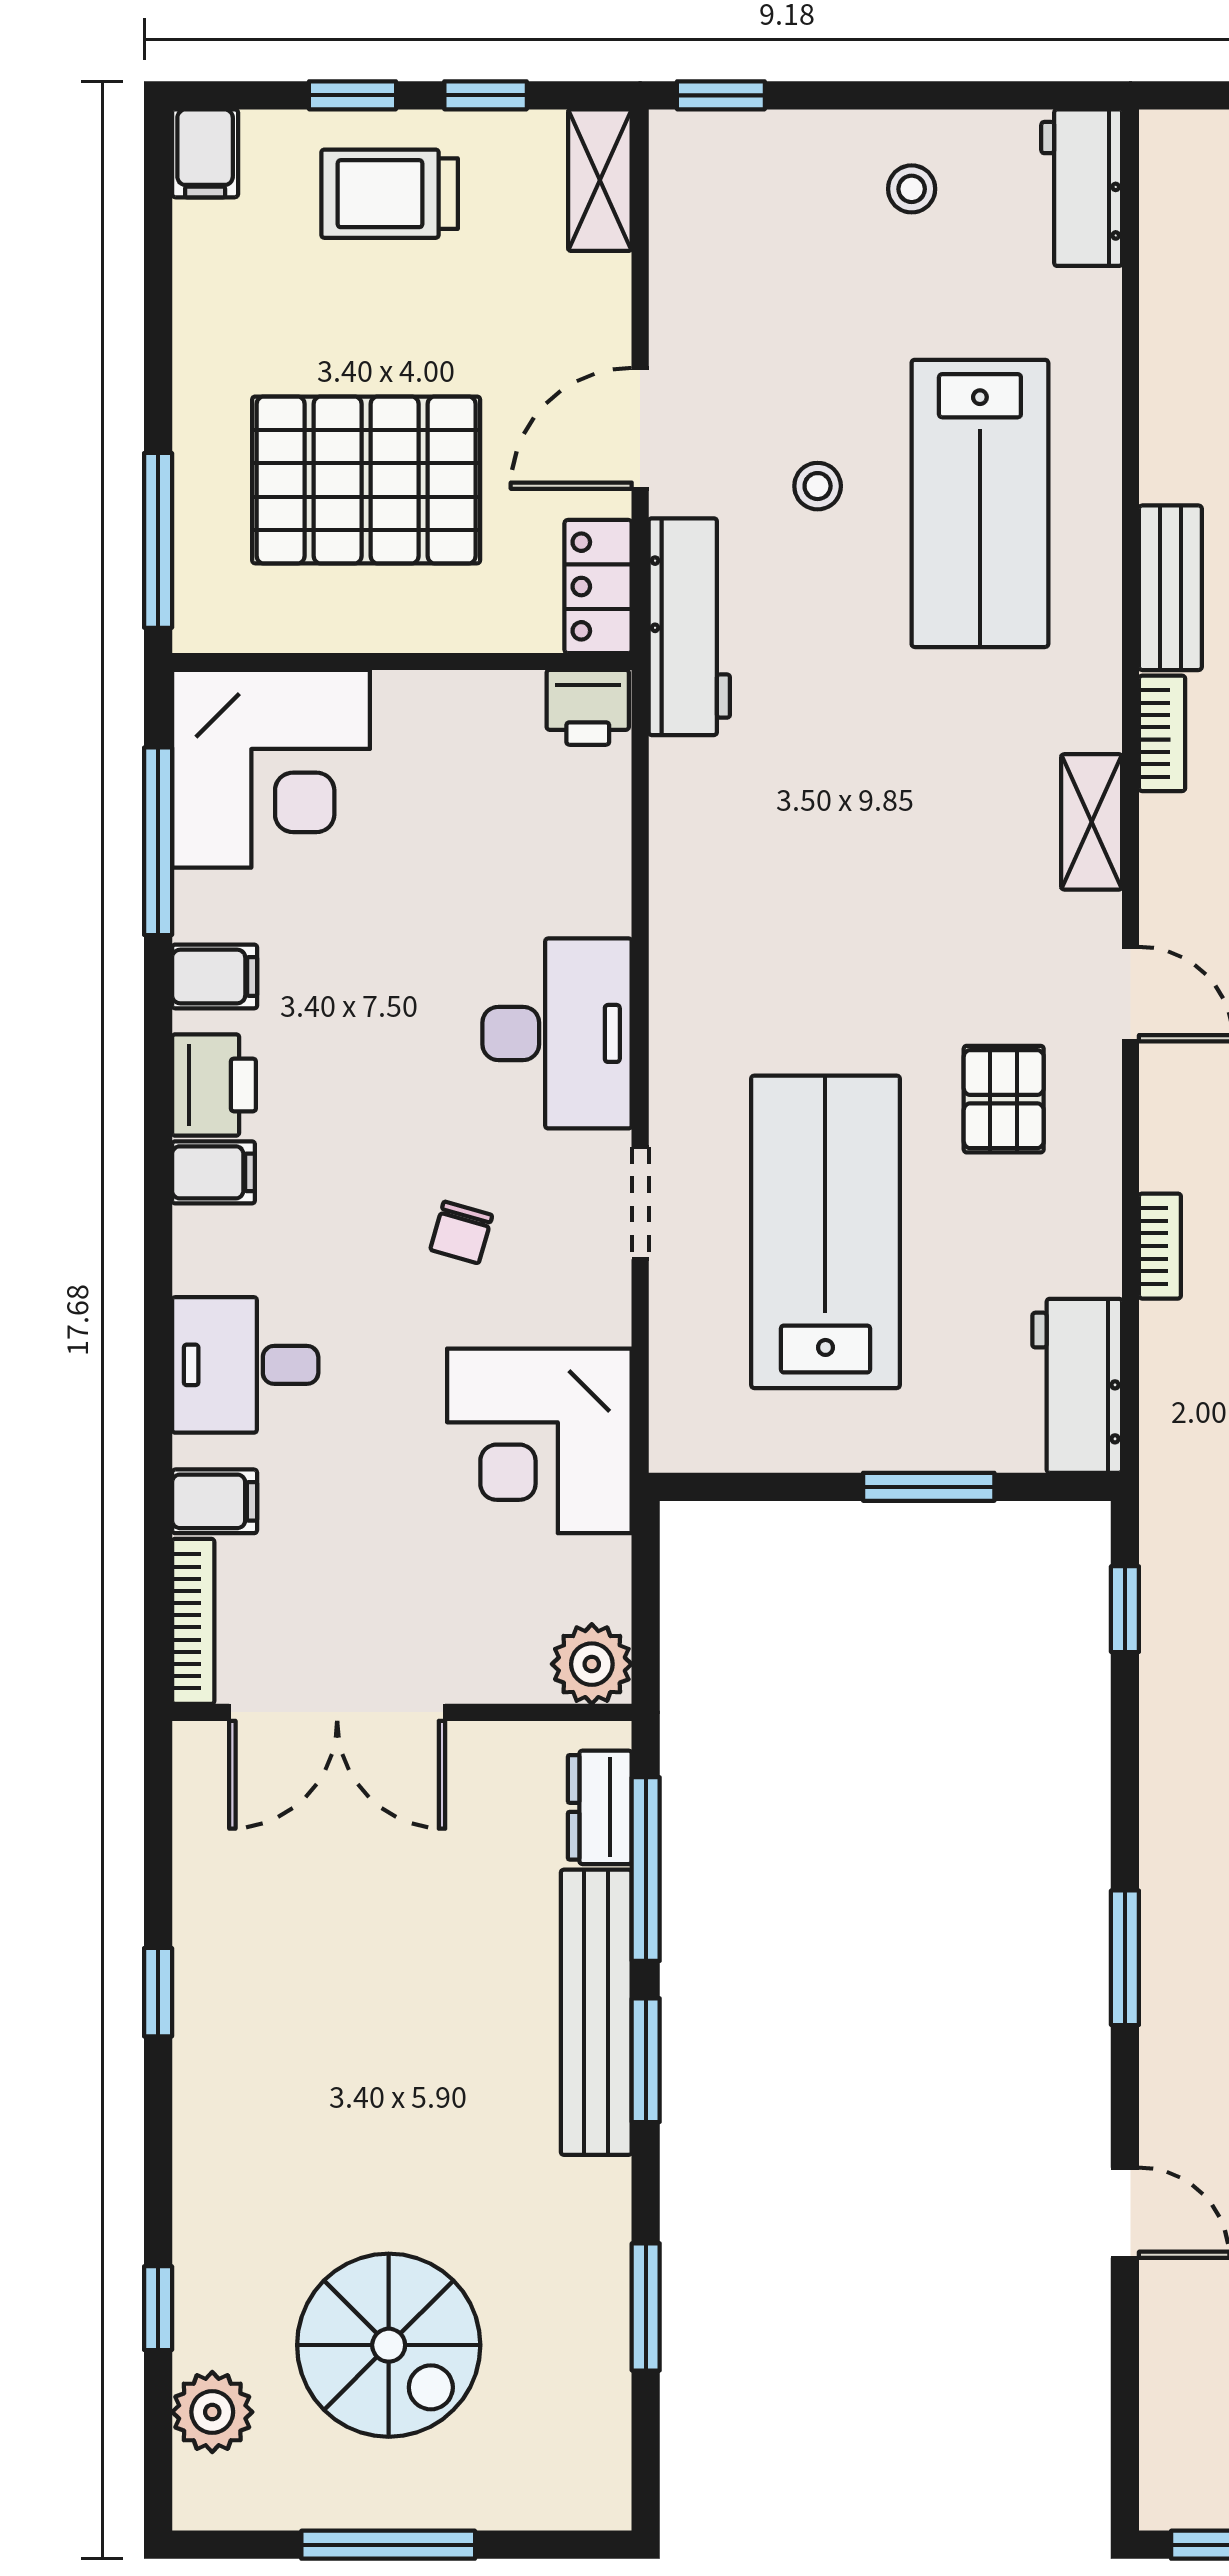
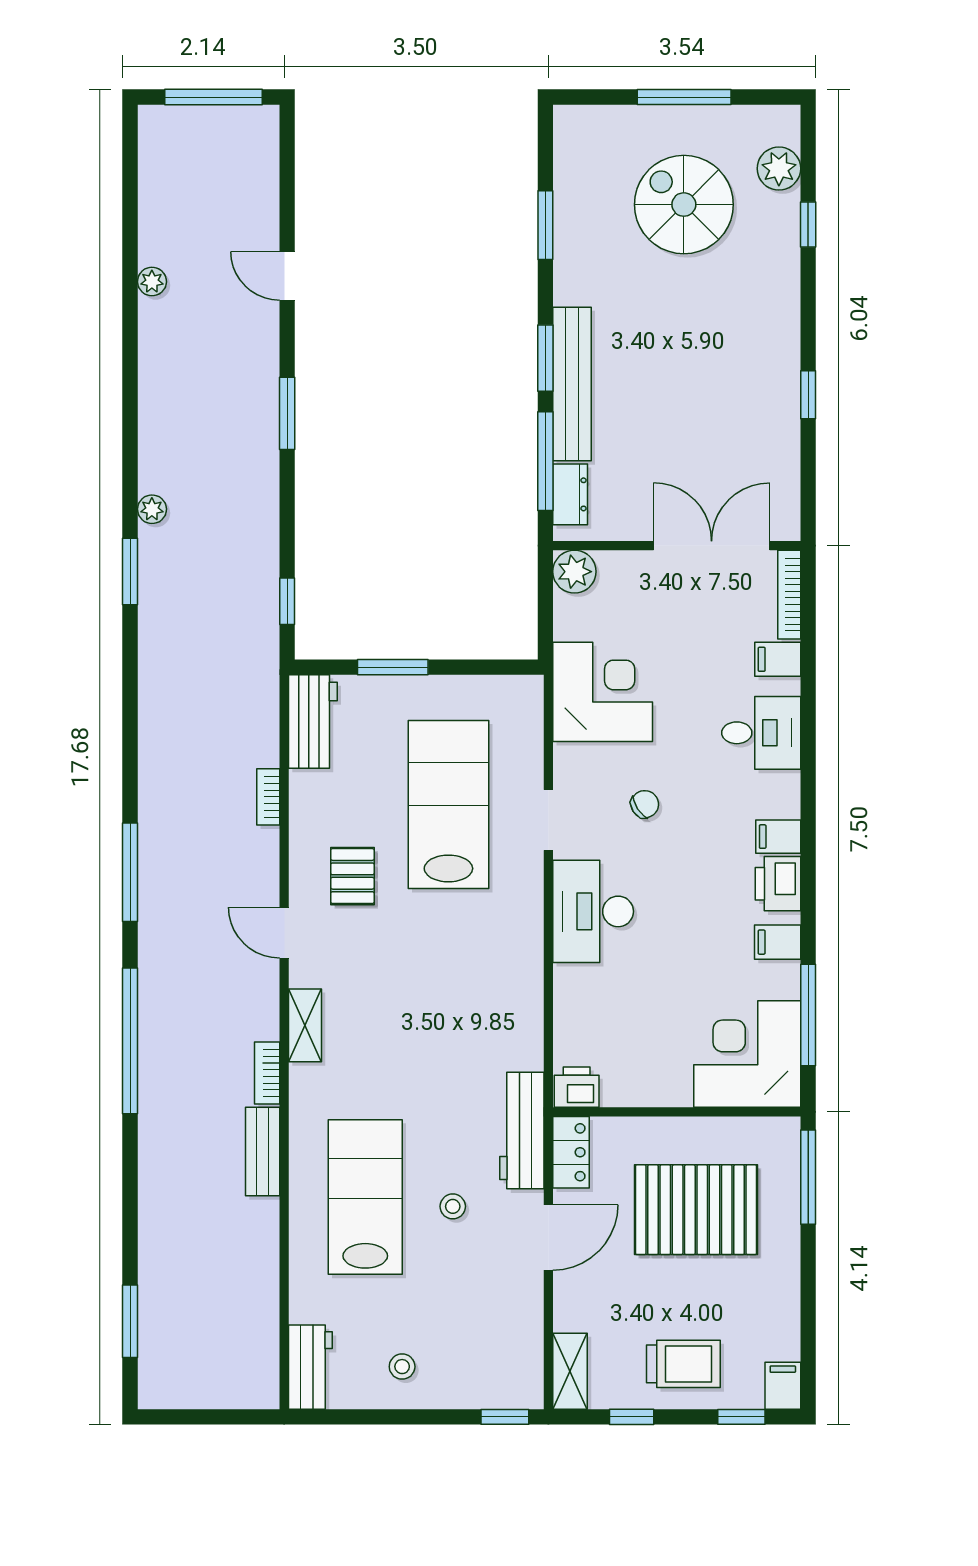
window: (353, 95) -> (741, 1417), moved
chair: (461, 1232) -> (645, 804), turned 41
lab bench: (825, 1232) -> (448, 805), turned 180

